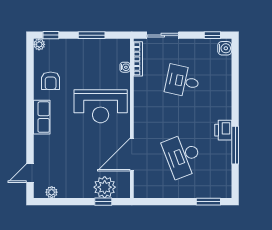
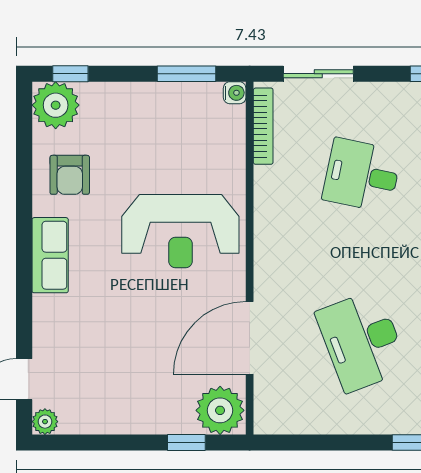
window: (92, 35) -> (187, 74), moved
plant: (39, 44) -> (56, 105), width x1.88, depth x1.88
water cooler: (125, 67) -> (235, 93), moved
plant: (105, 187) -> (220, 410), moved
plant: (52, 192) -> (45, 422), moved

